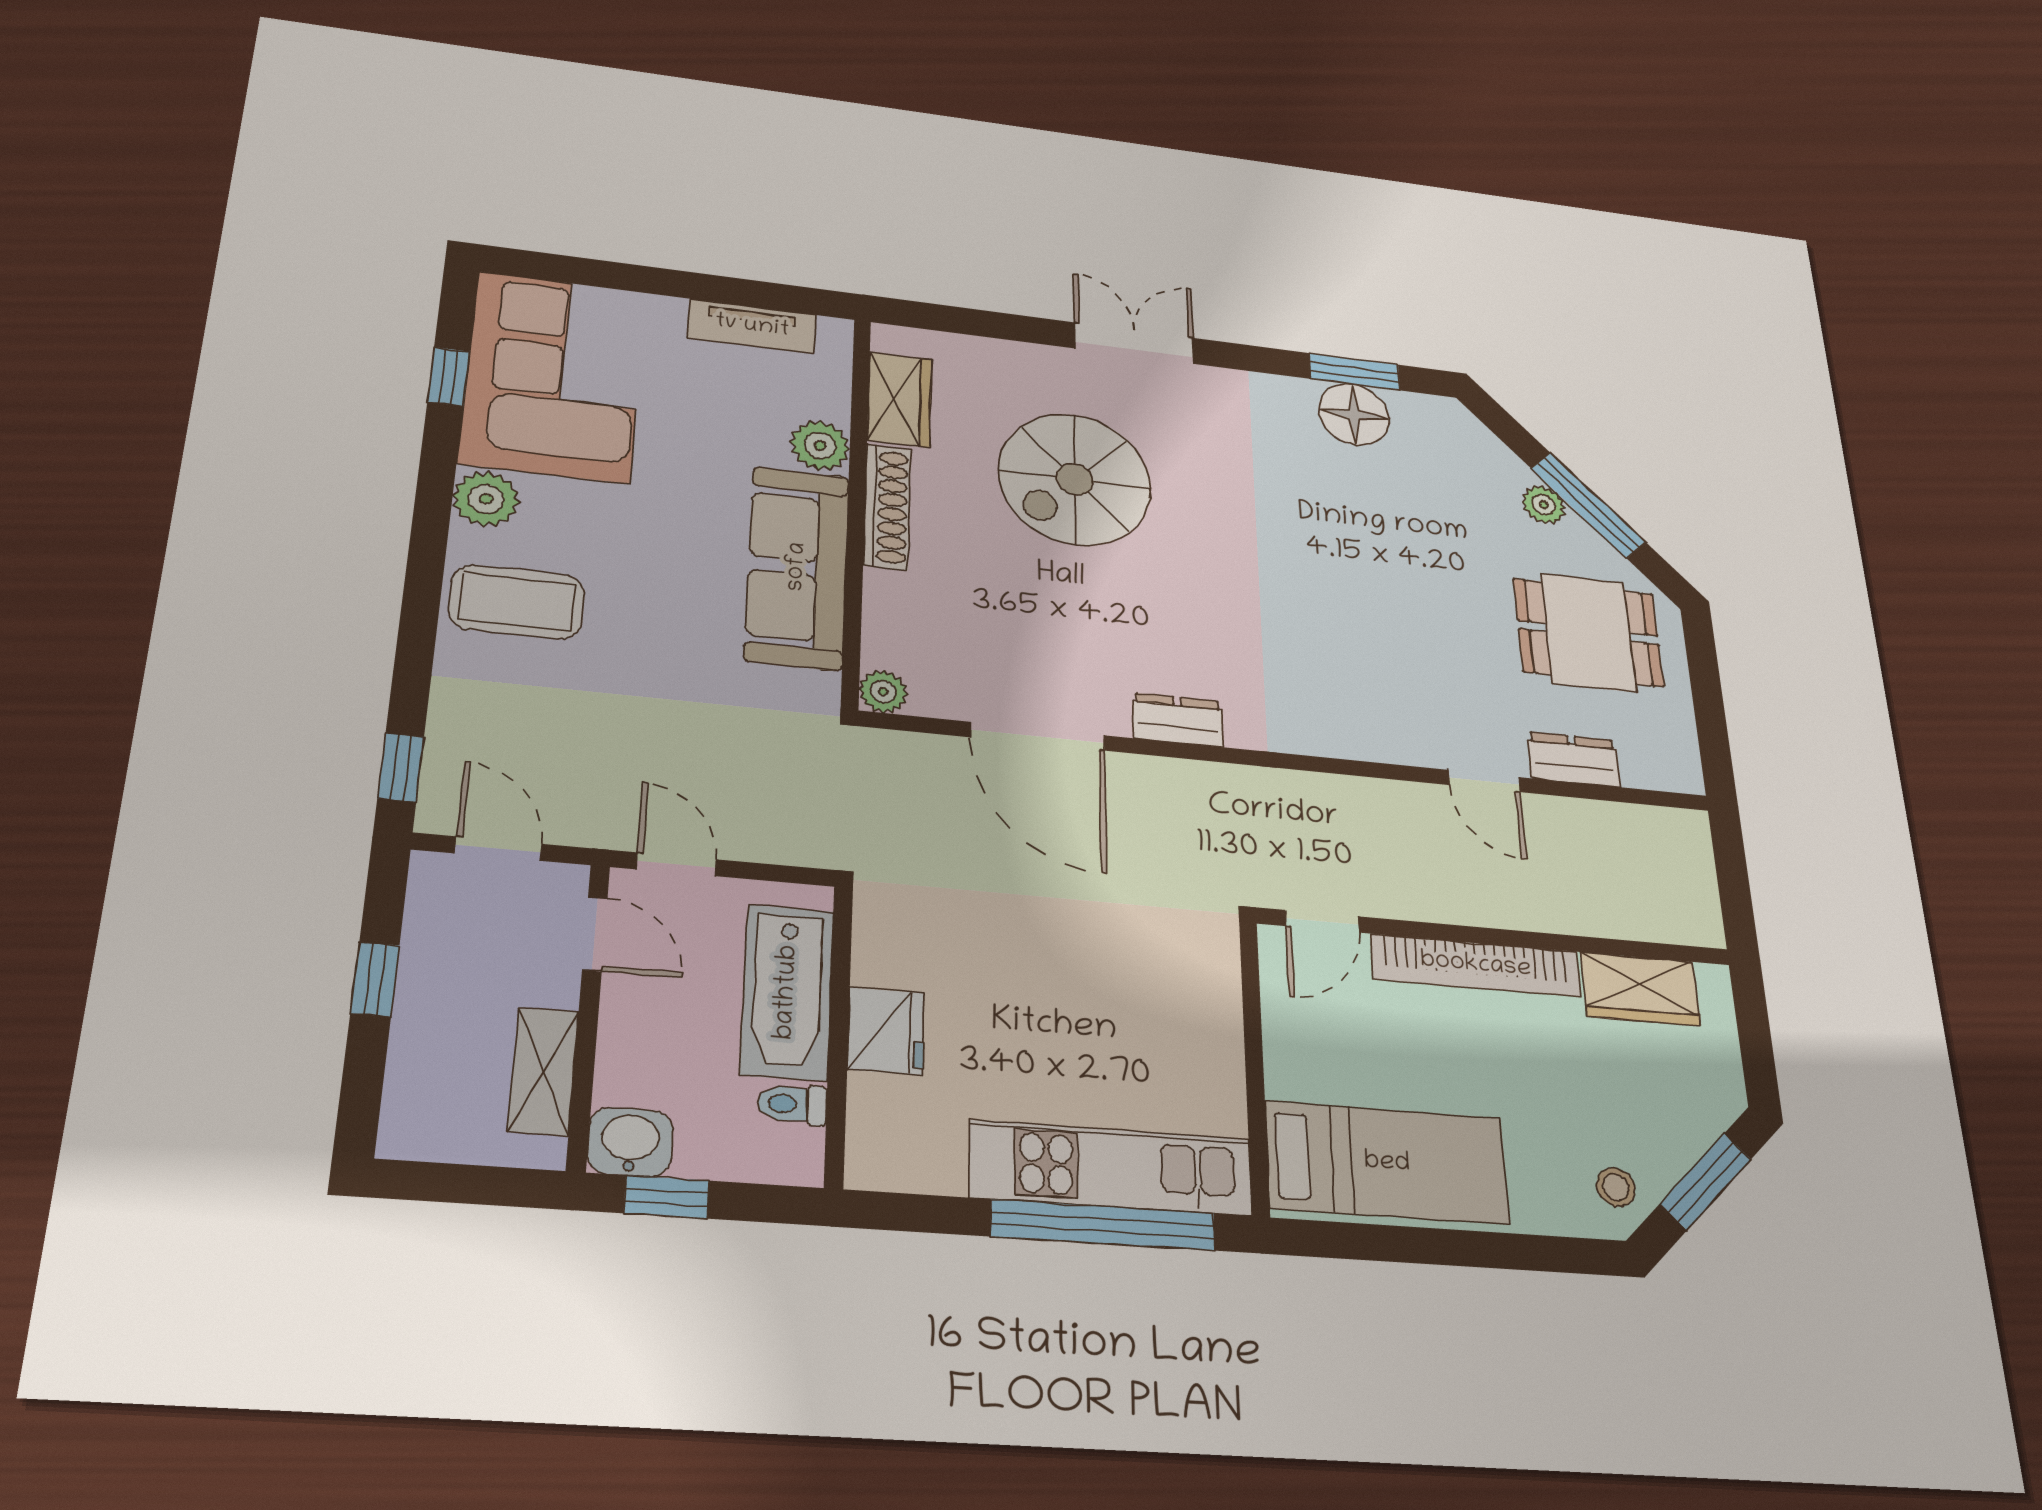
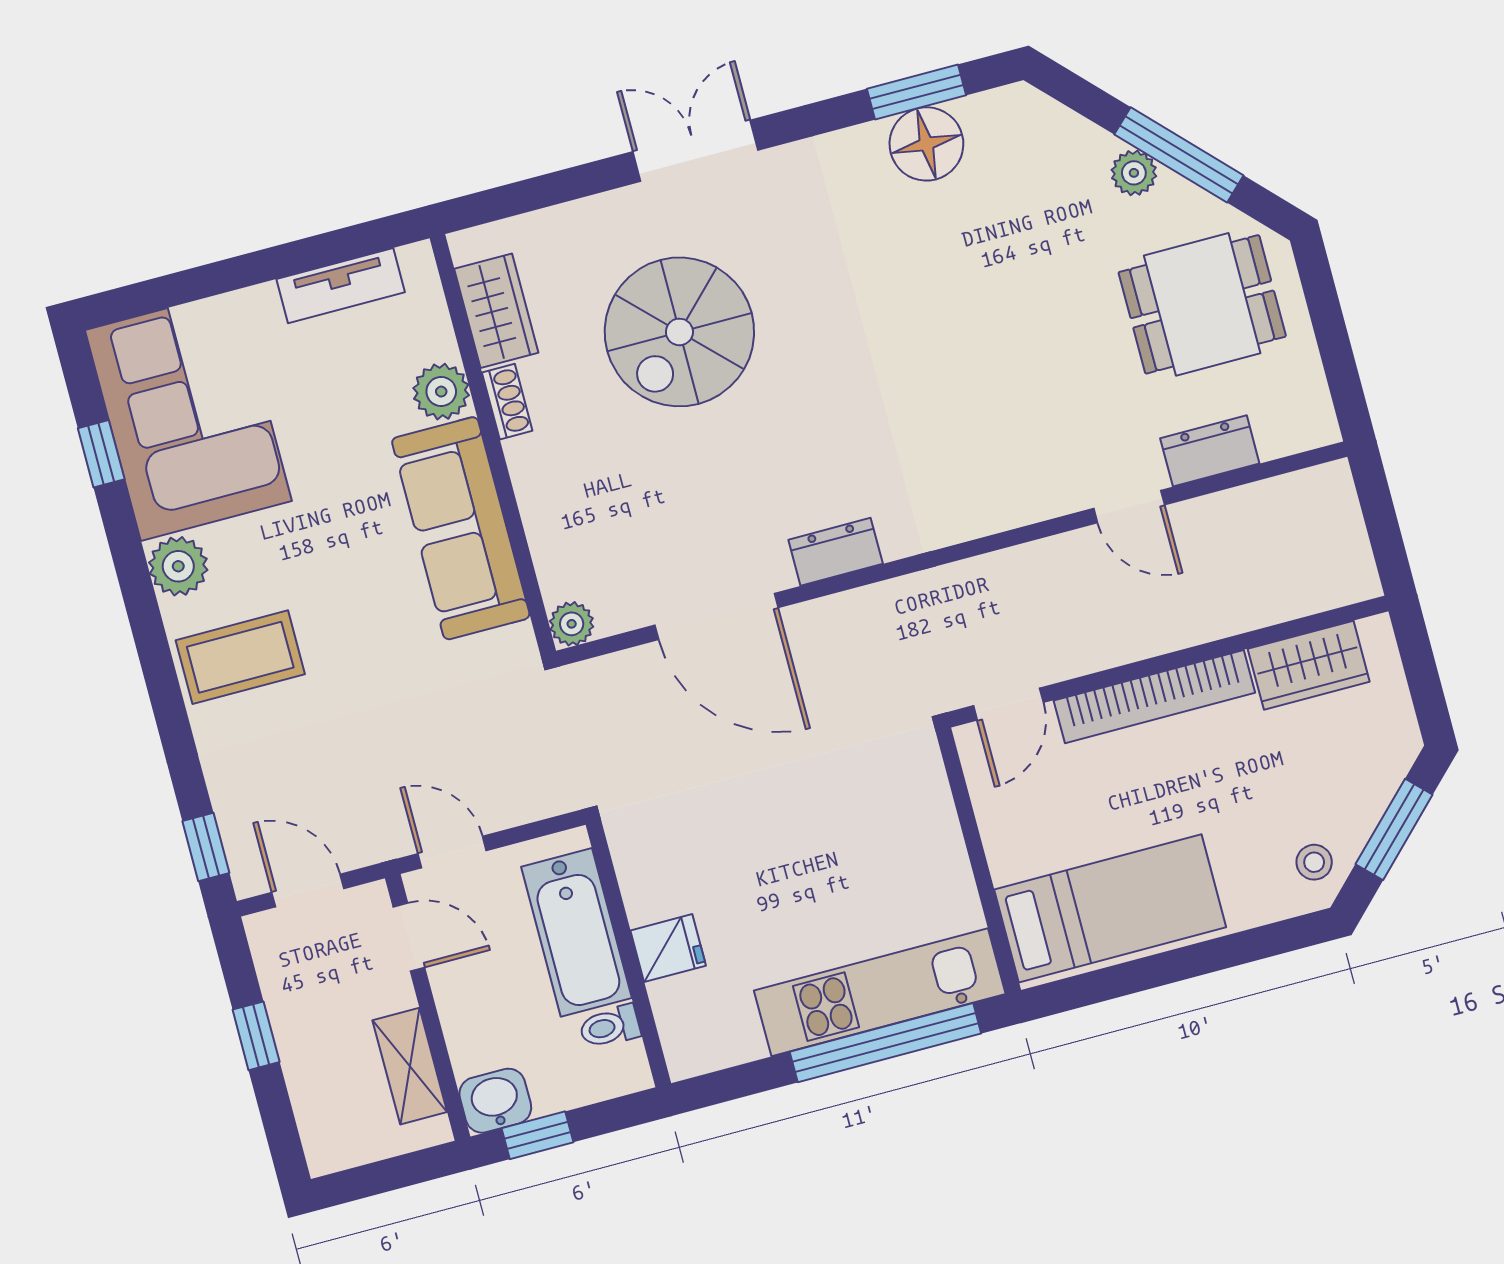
shoe rack: (887, 507) -> (507, 402), width x0.51, depth x0.81
fridge: (886, 1031) -> (668, 948), width x0.72

